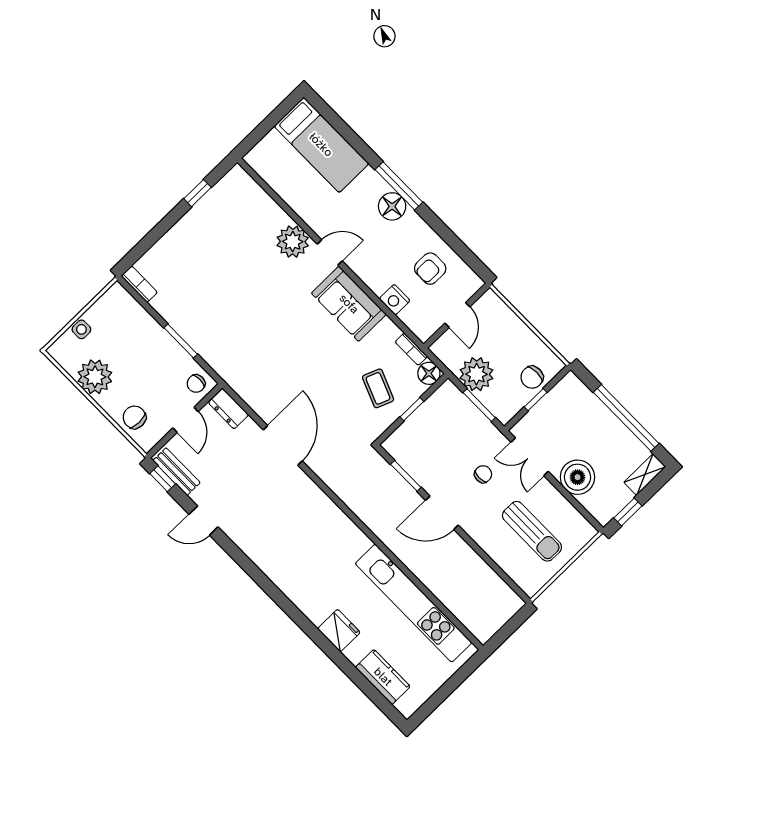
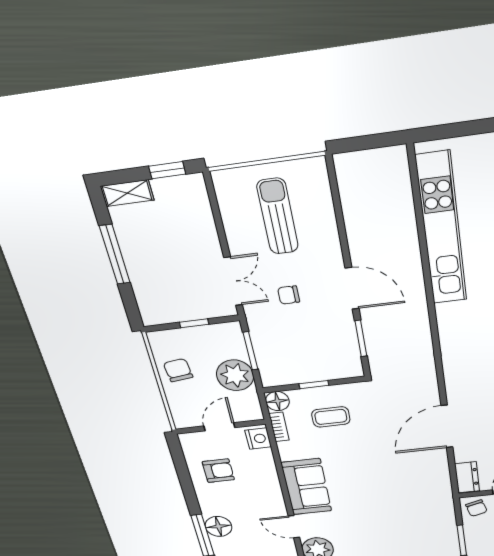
nightstand: (395, 300) -> (258, 439), moved
chair: (532, 377) -> (178, 370), moved, turned -97
chair: (196, 384) -> (476, 508), turned 75
coffee table: (378, 388) -> (331, 417), turned 68
window: (626, 418) -> (115, 255), width x0.68
boiler: (578, 477) -> (198, 234), removed

